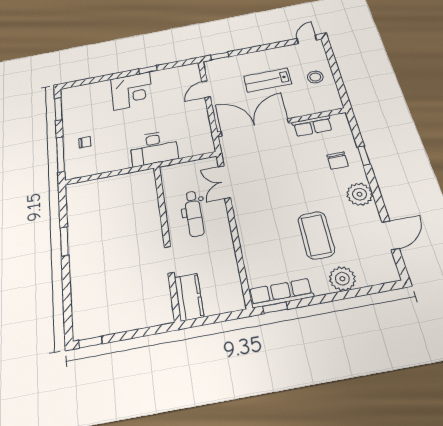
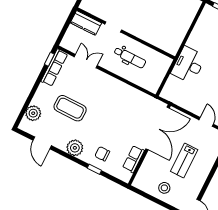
lab bench: (268, 80) -> (184, 161), turned 180
double door: (224, 182) -> (86, 61), moved
dental chair: (194, 214) -> (130, 57), turned 180
plant: (342, 279) -> (33, 113), moved

